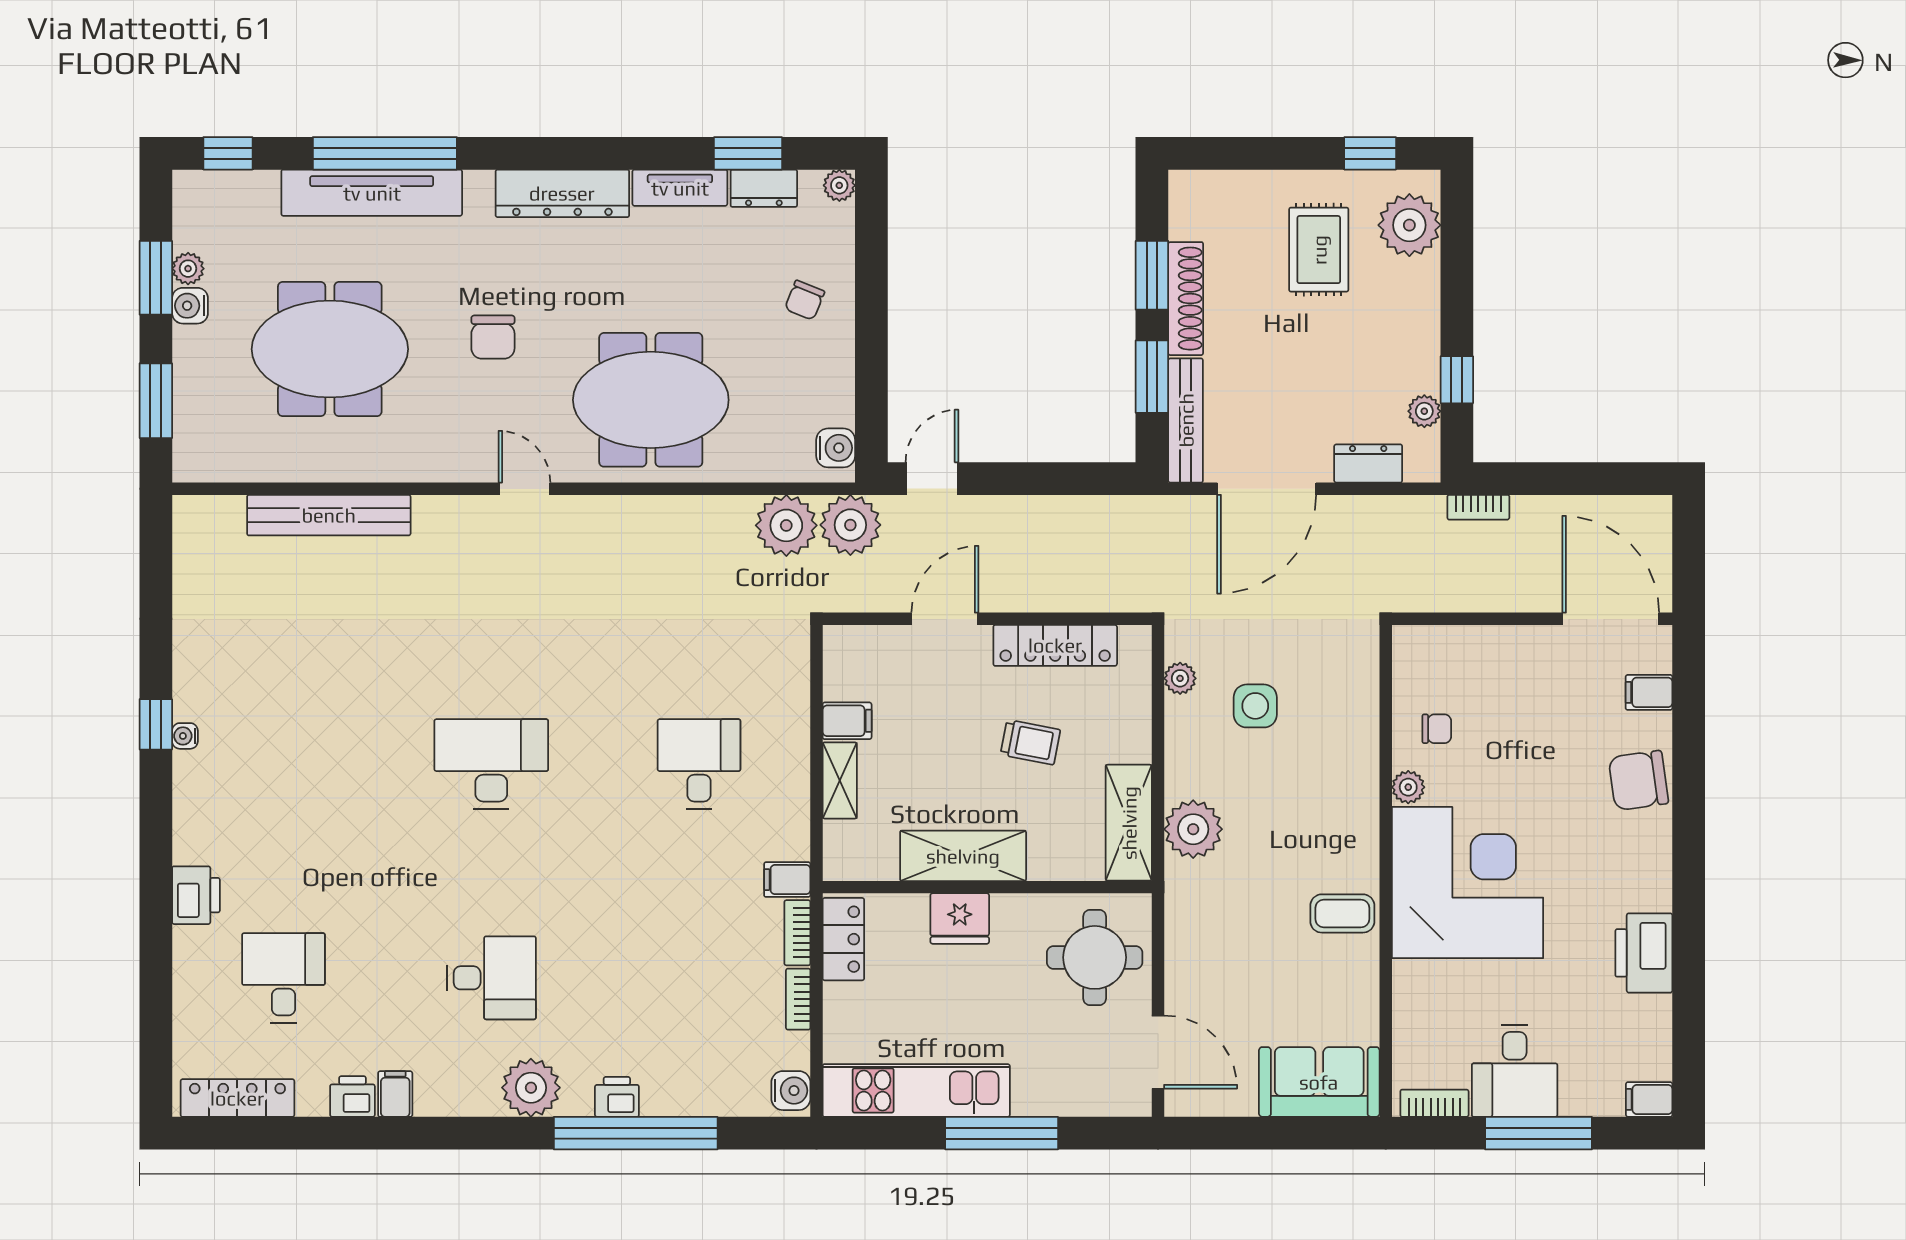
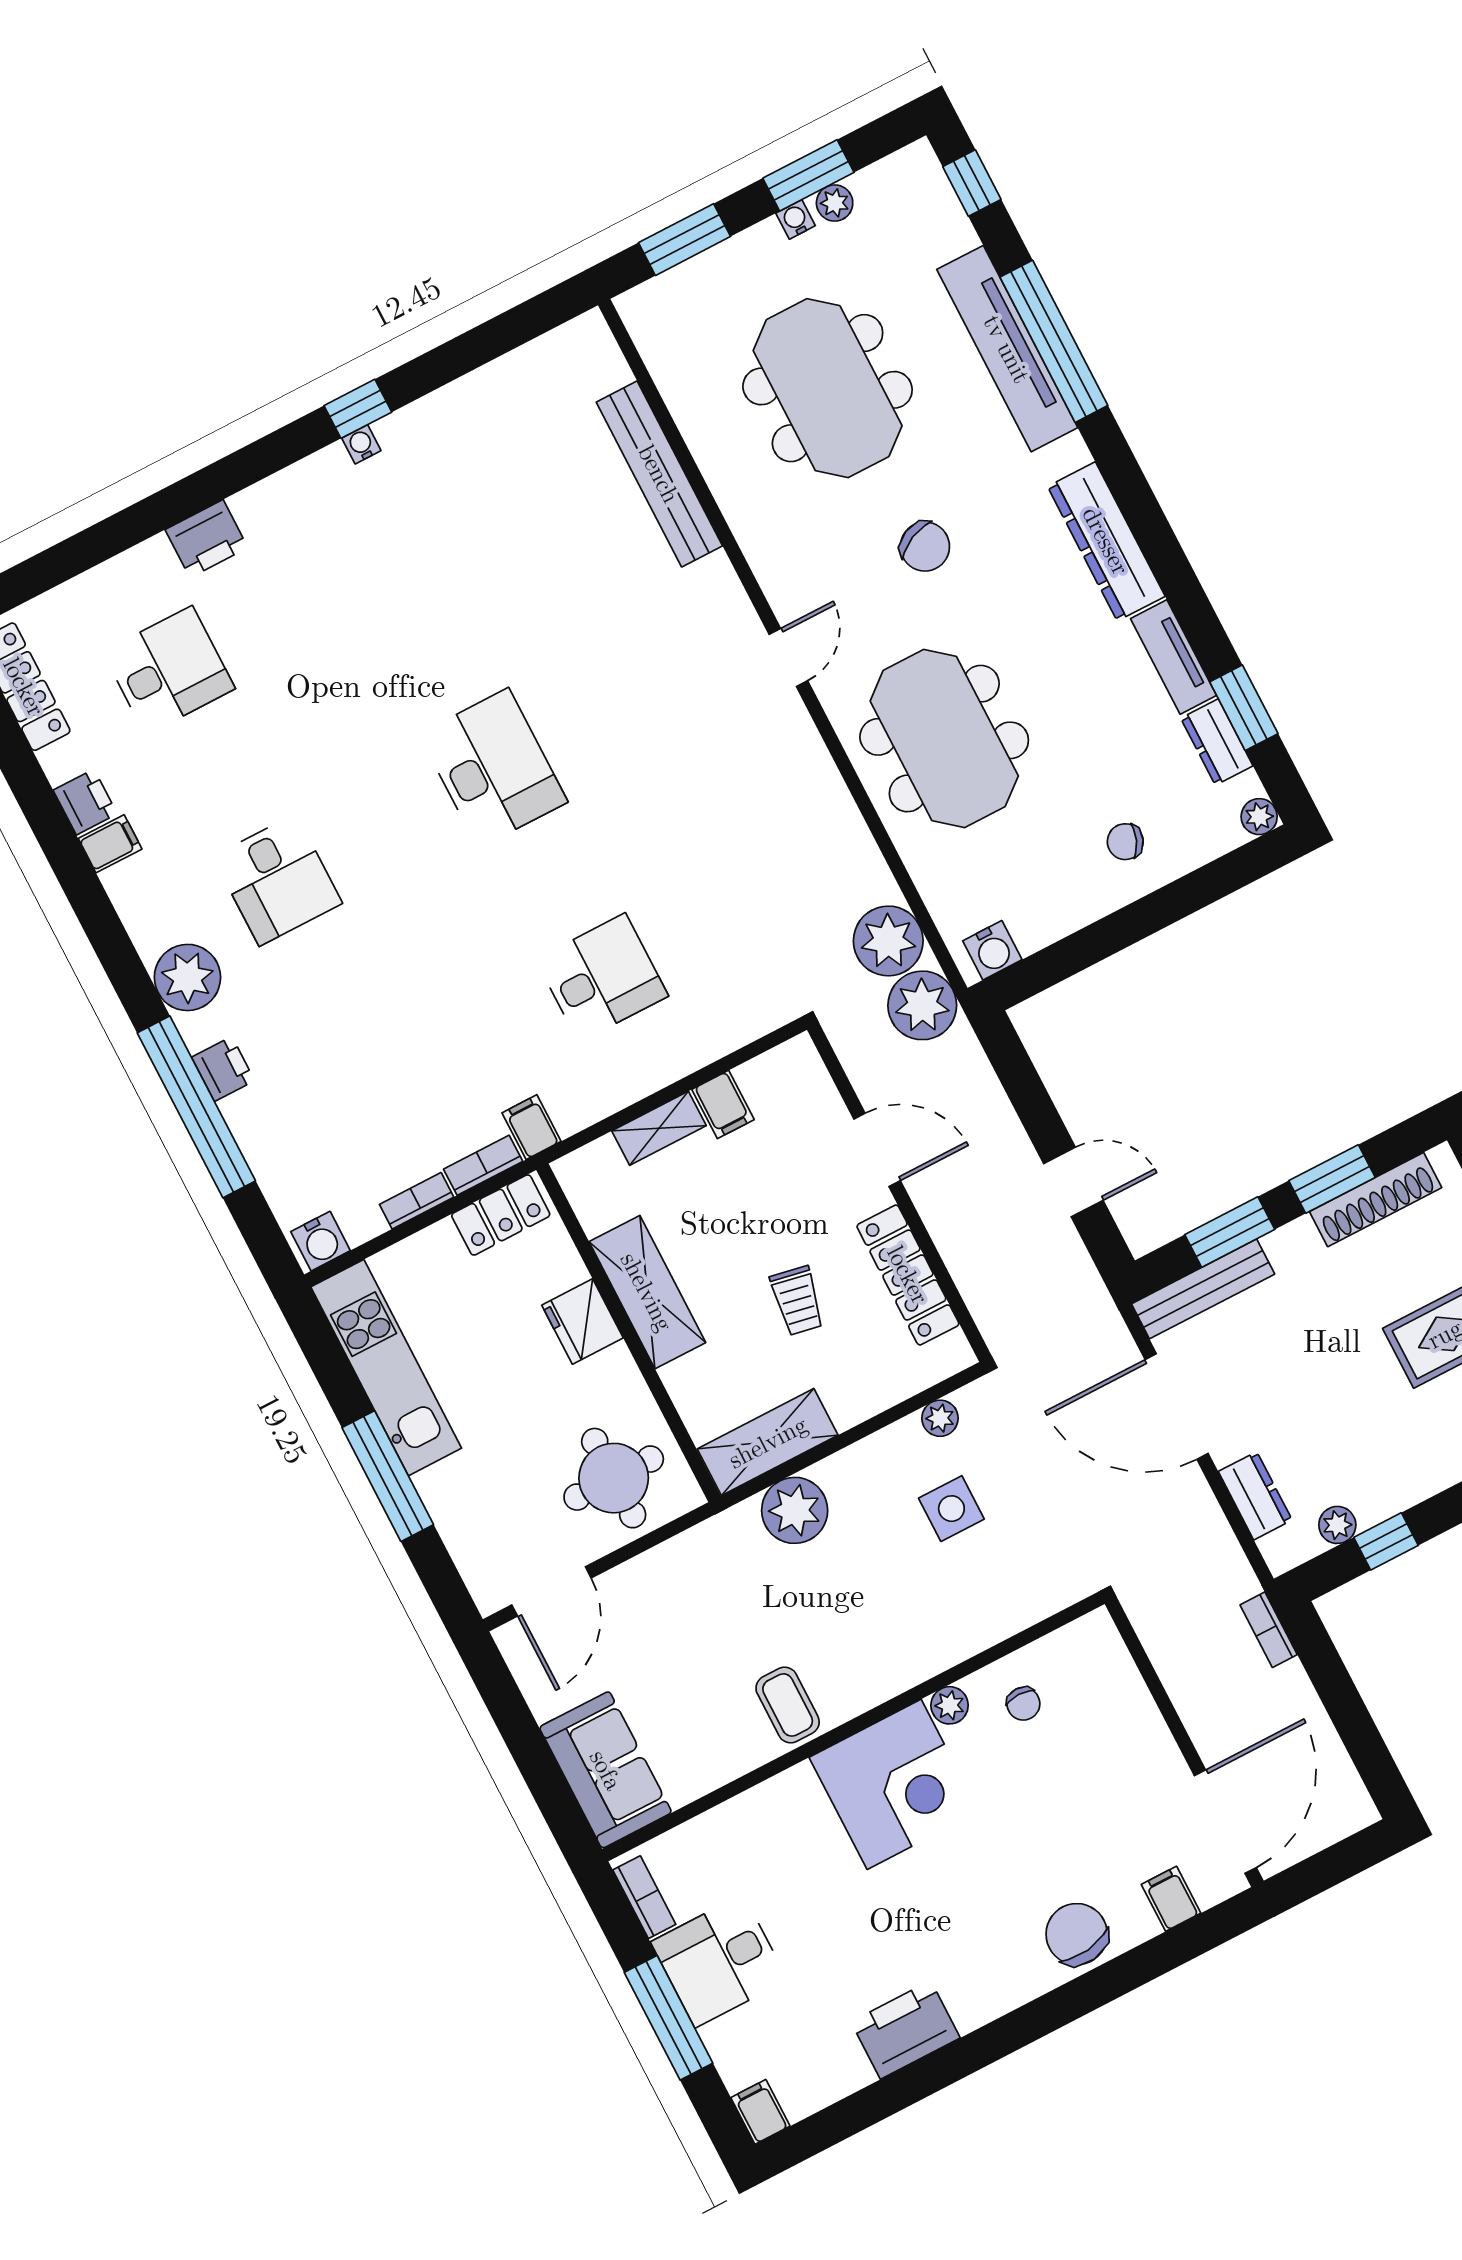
shoe rack: (1186, 299) -> (1376, 1200), moved
water cooler: (190, 306) -> (796, 219), width x0.72, depth x0.72
chair: (493, 337) -> (925, 546), turned -115
door: (932, 479) -> (1073, 1182), moved
corner desk: (1468, 882) -> (894, 1784), width x0.74, depth x0.74

